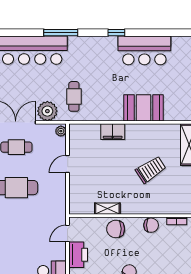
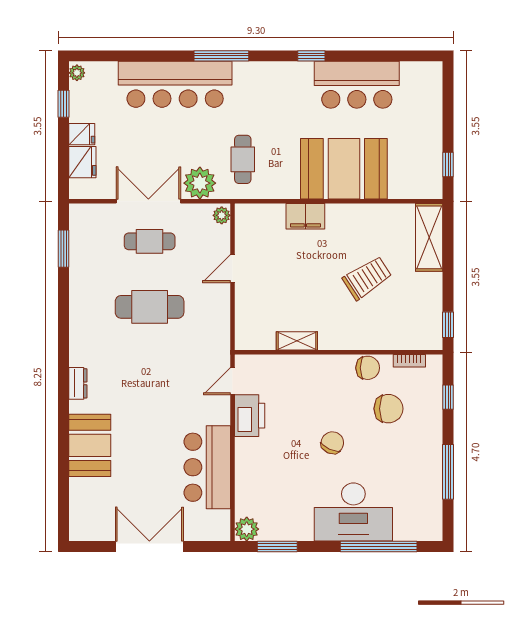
booth: (144, 108) -> (344, 169), width x1.36, depth x1.42
chair: (116, 229) -> (388, 409), moved, turned 180

